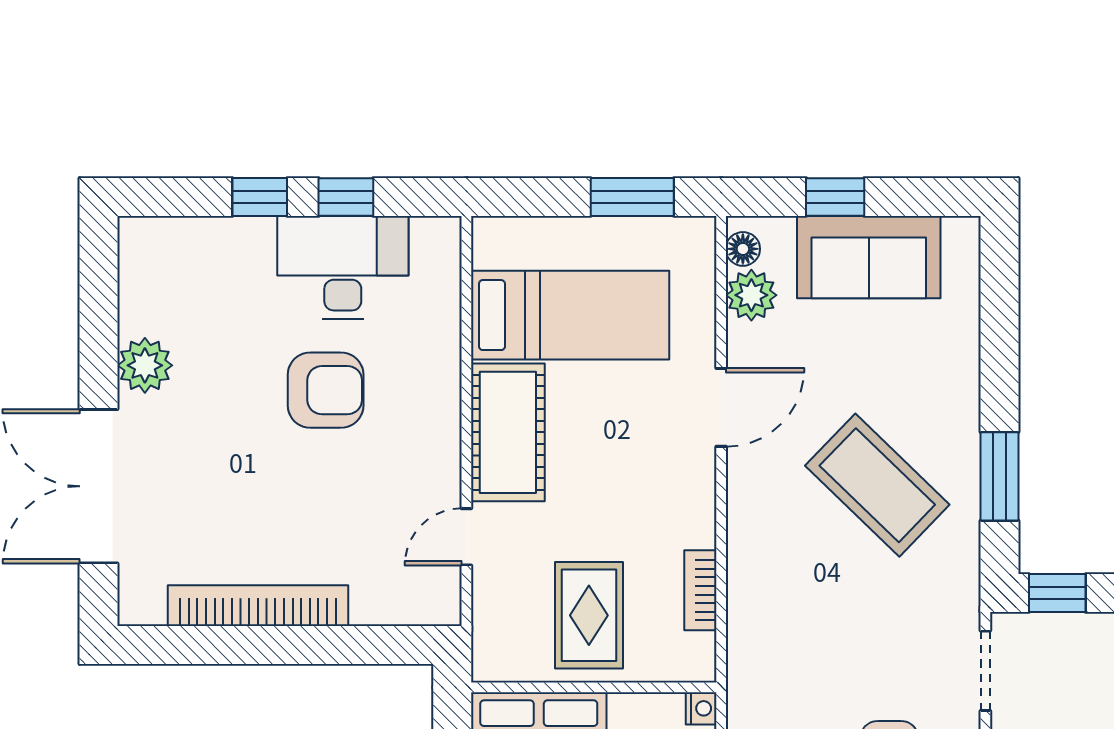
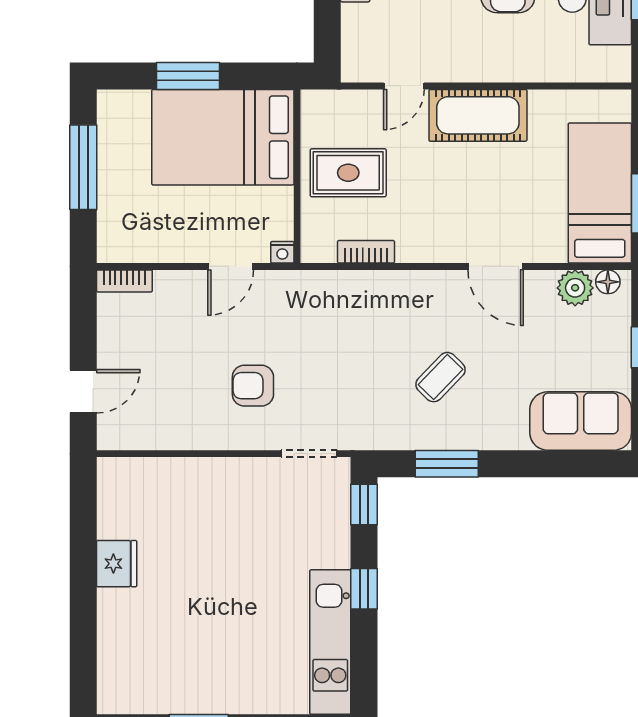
sofa: (869, 257) -> (581, 421), moved, turned 90
bed: (570, 315) -> (600, 193), moved, turned 180
coffee table: (877, 485) -> (440, 377), width x0.54, depth x0.58
door: (466, 537) -> (404, 86), swing flipped

